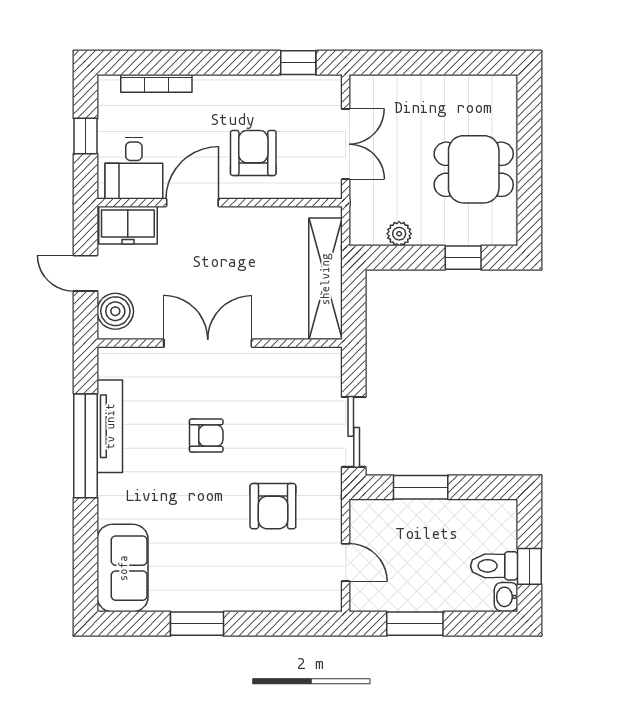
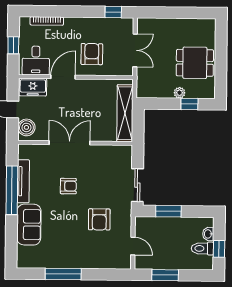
plant: (399, 234) -> (180, 93), moved
sofa: (123, 568) -> (29, 225), moved
washbasin: (506, 597) -> (208, 234), moved
window: (197, 624) -> (63, 274), width x1.44

